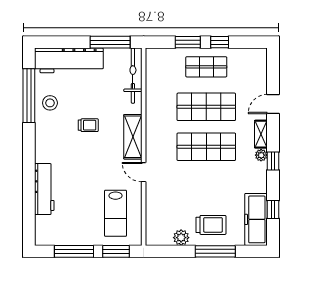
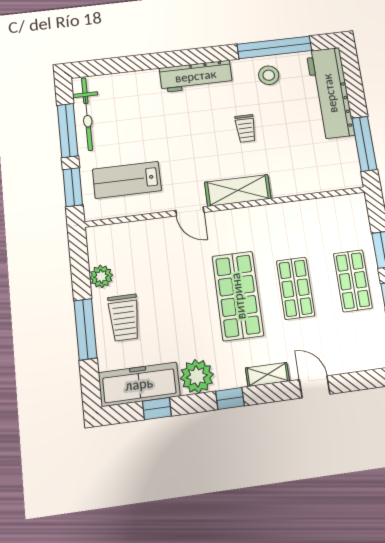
bicycle: (133, 76) -> (87, 114), moved, turned 90
shop shelf: (206, 107) -> (296, 288), width x0.70, depth x0.74
plant: (261, 155) -> (197, 376), moved, width x1.88, depth x1.88
door: (144, 172) -> (190, 211), swing flipped
workbench: (44, 189) -> (196, 76), moved

